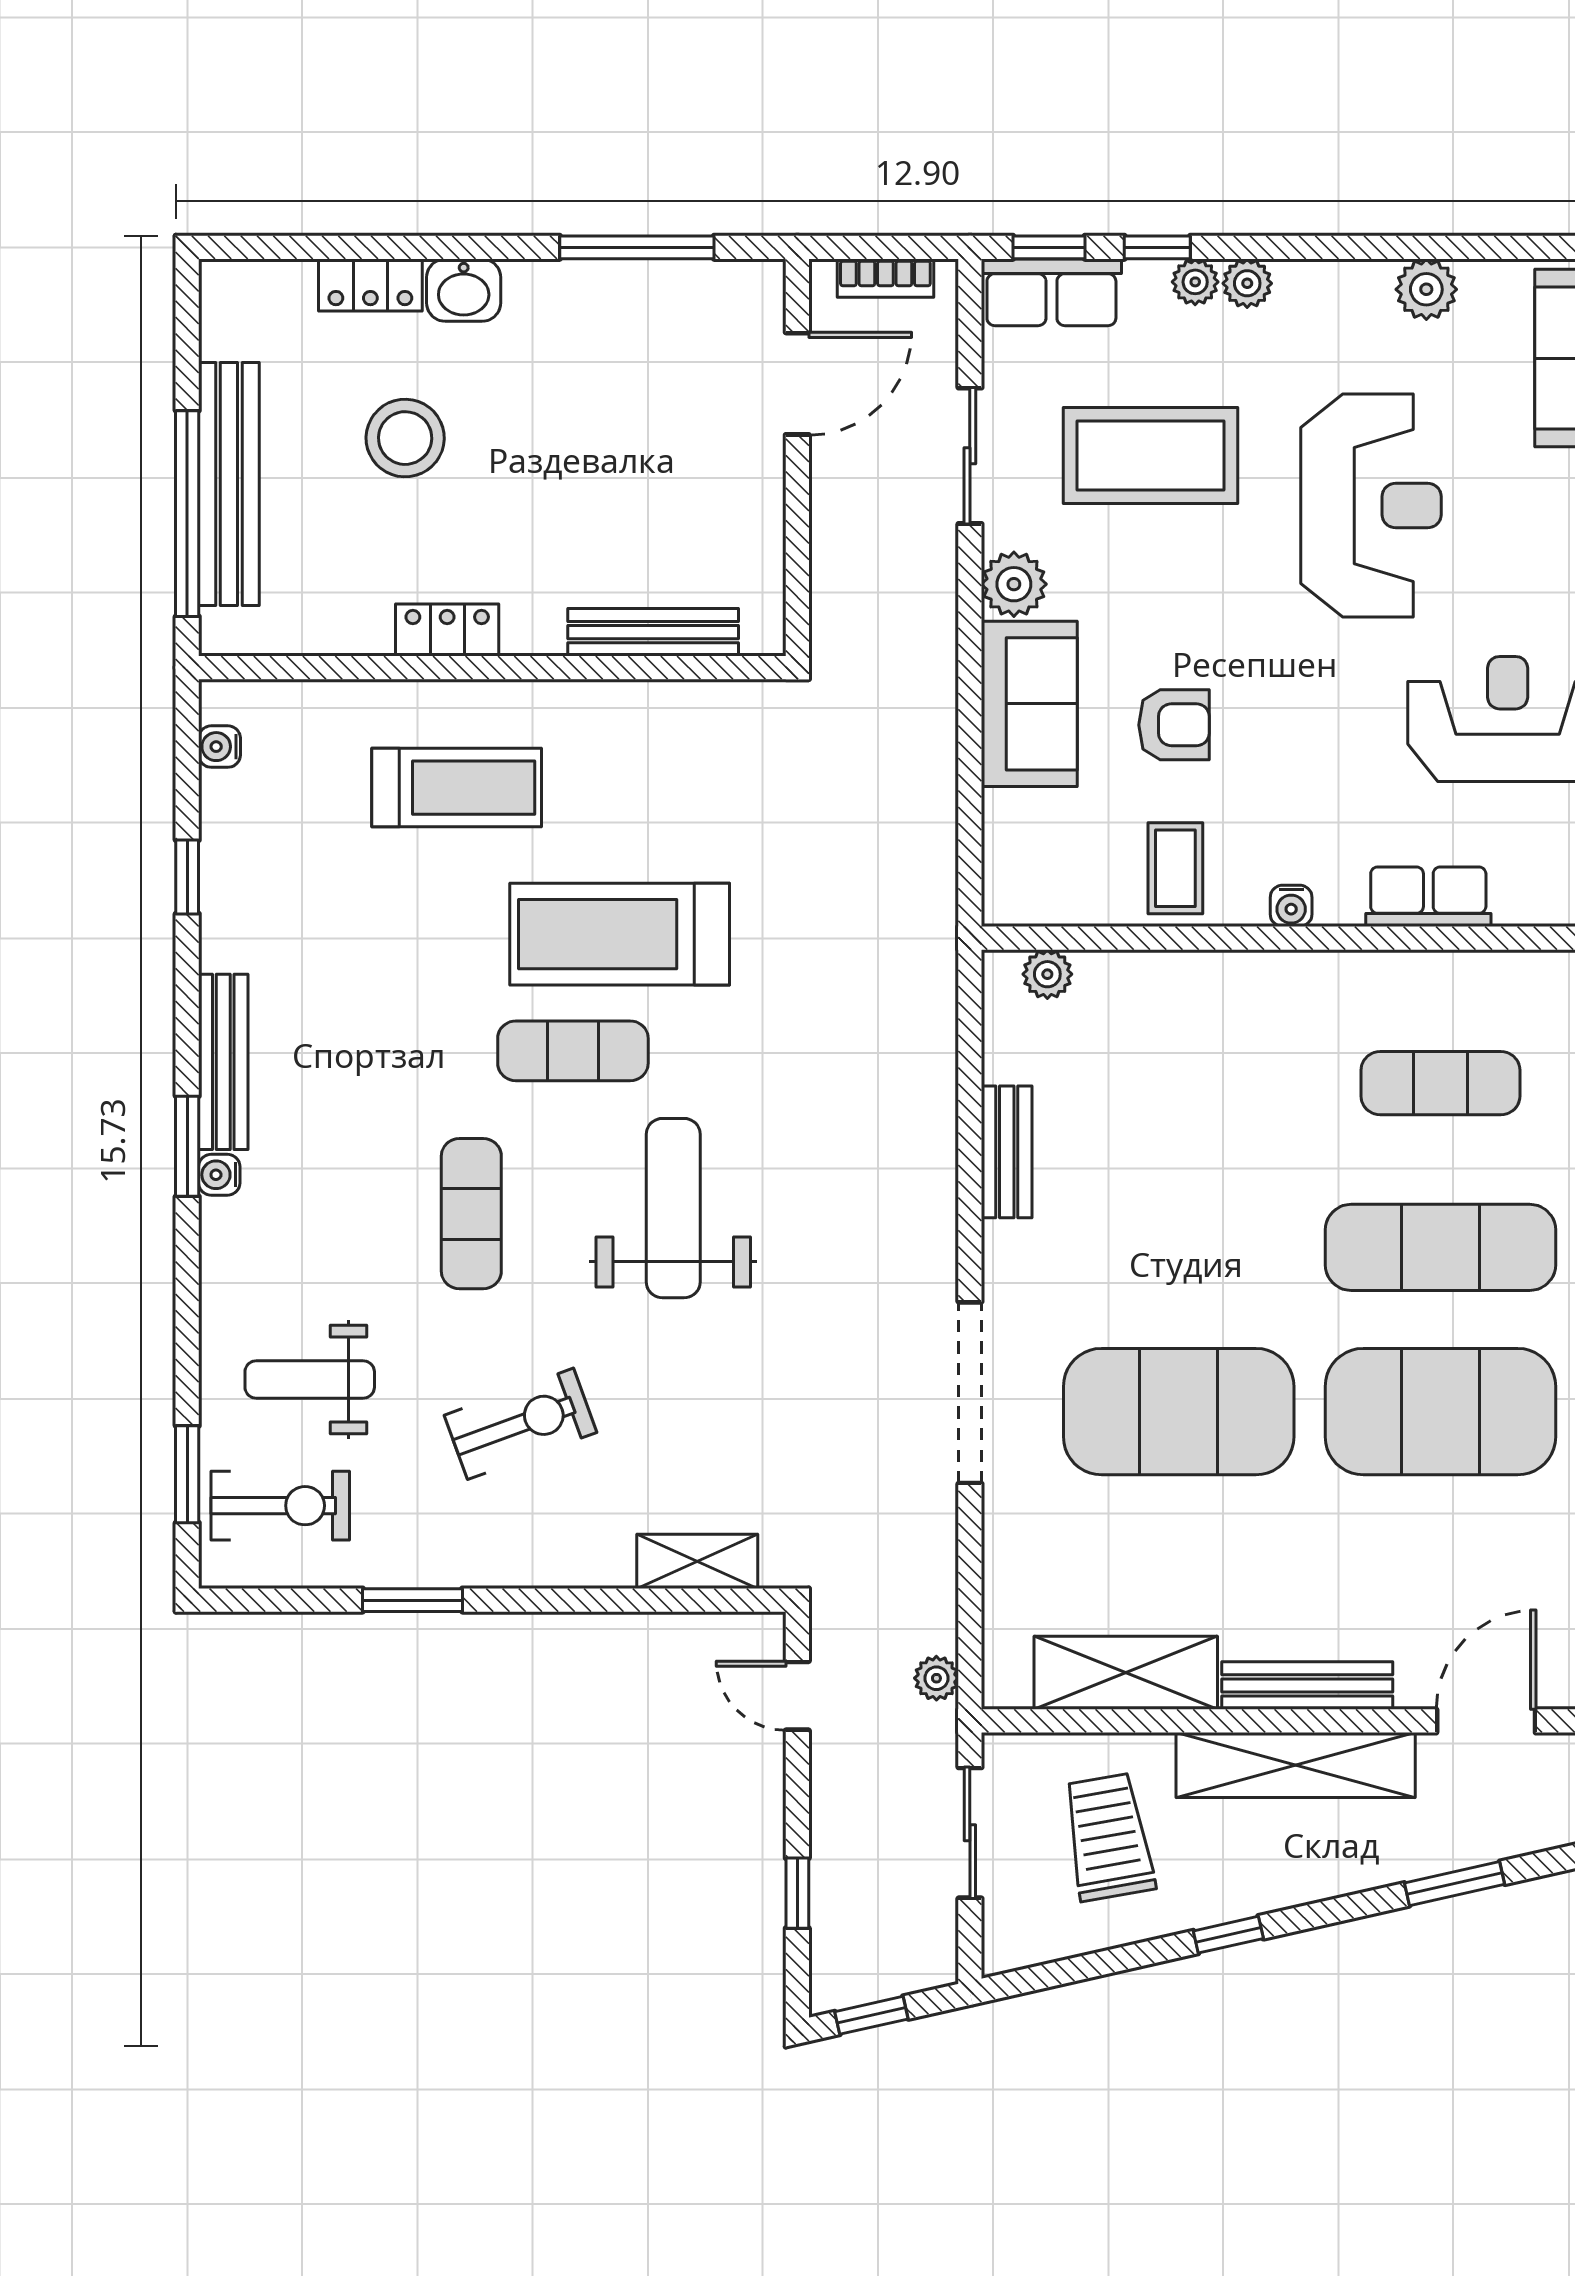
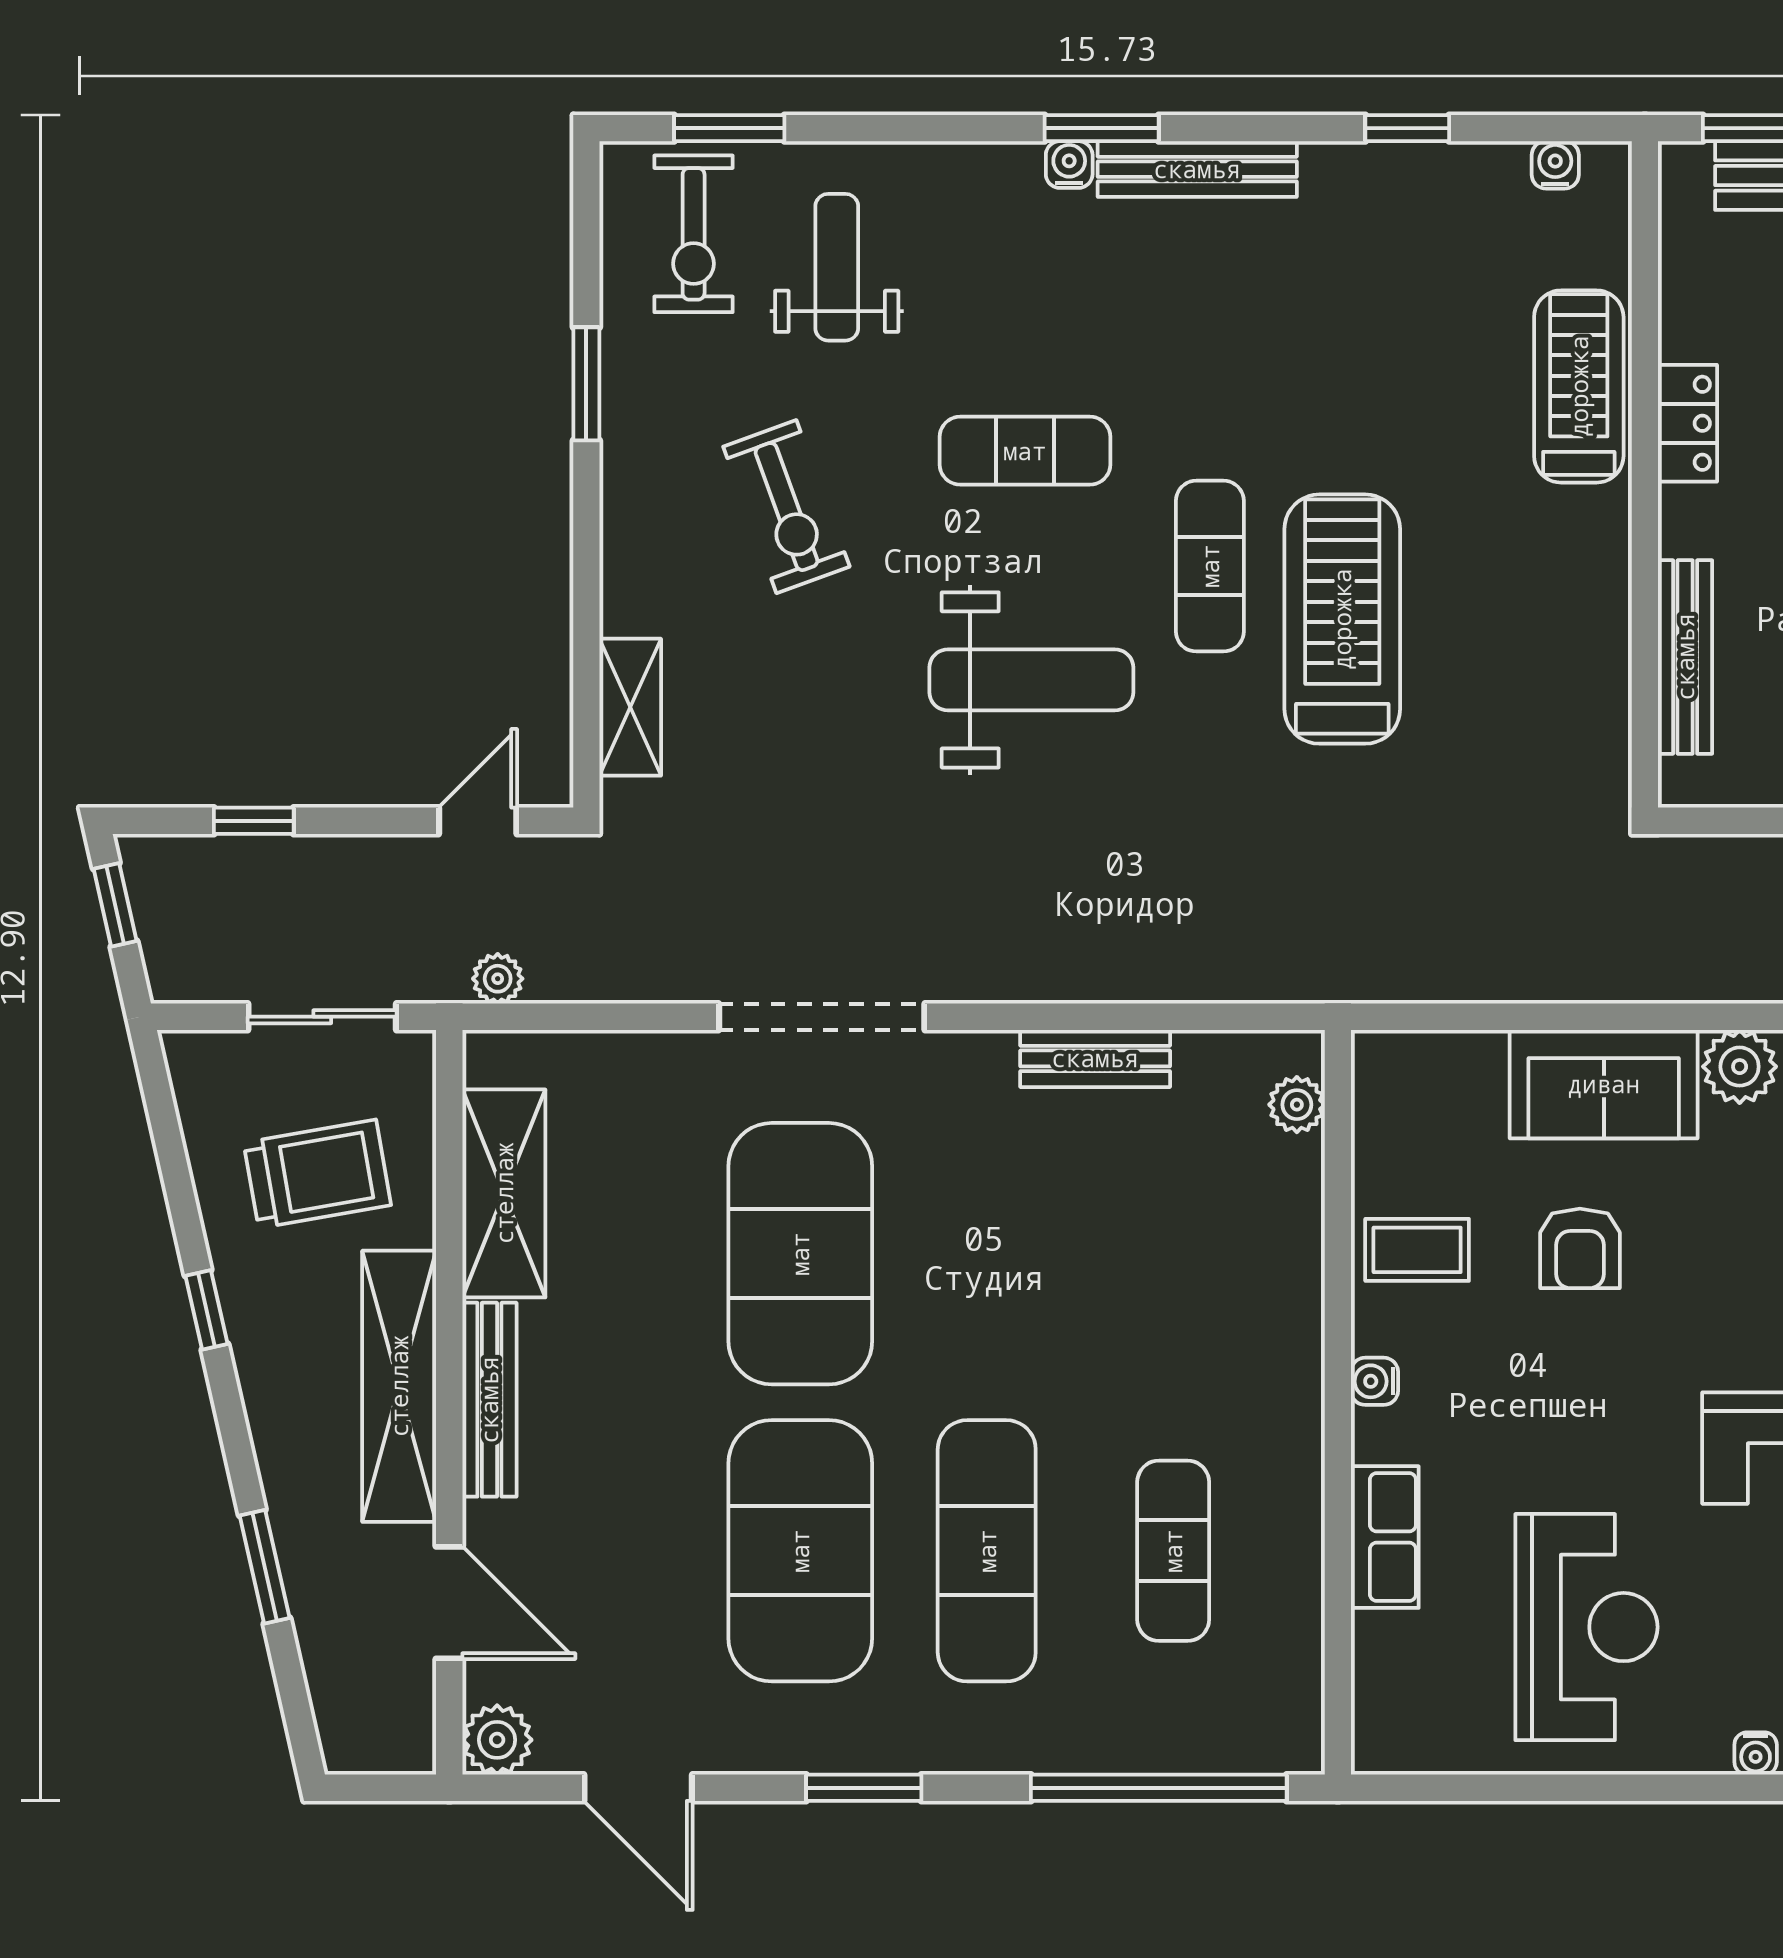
treadmill: (457, 788) -> (1579, 386), moved, turned 180

